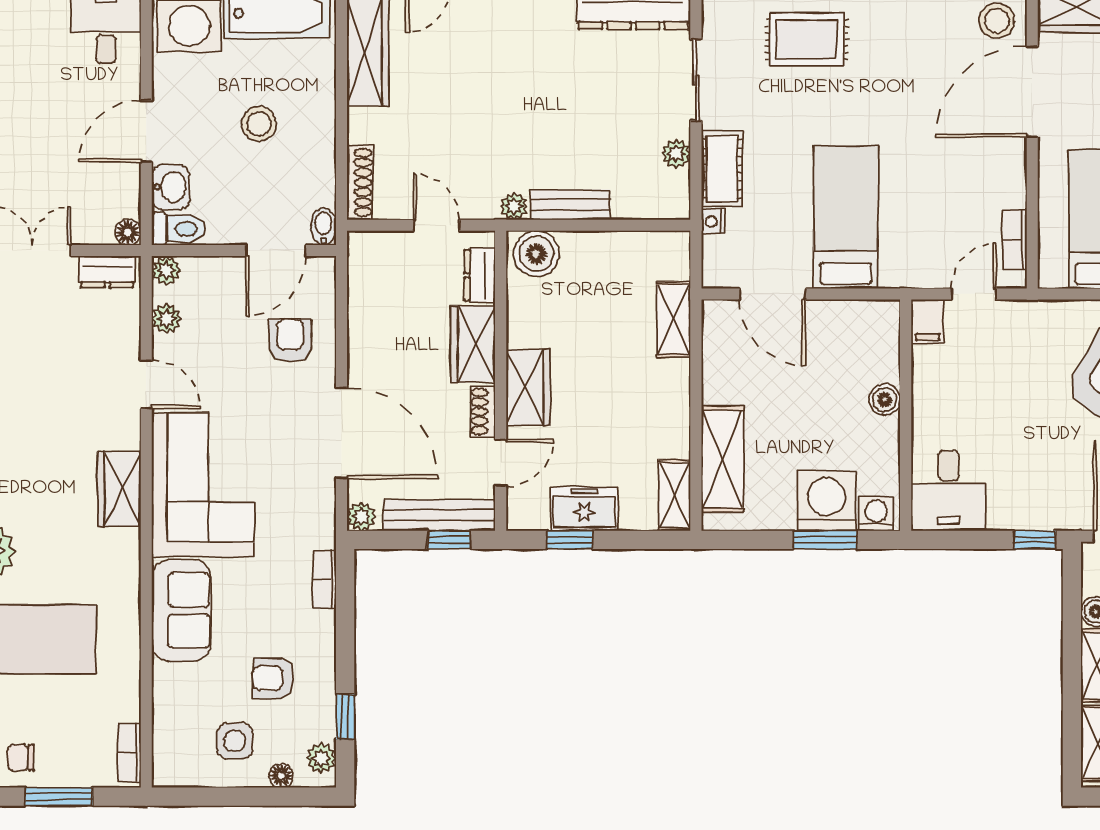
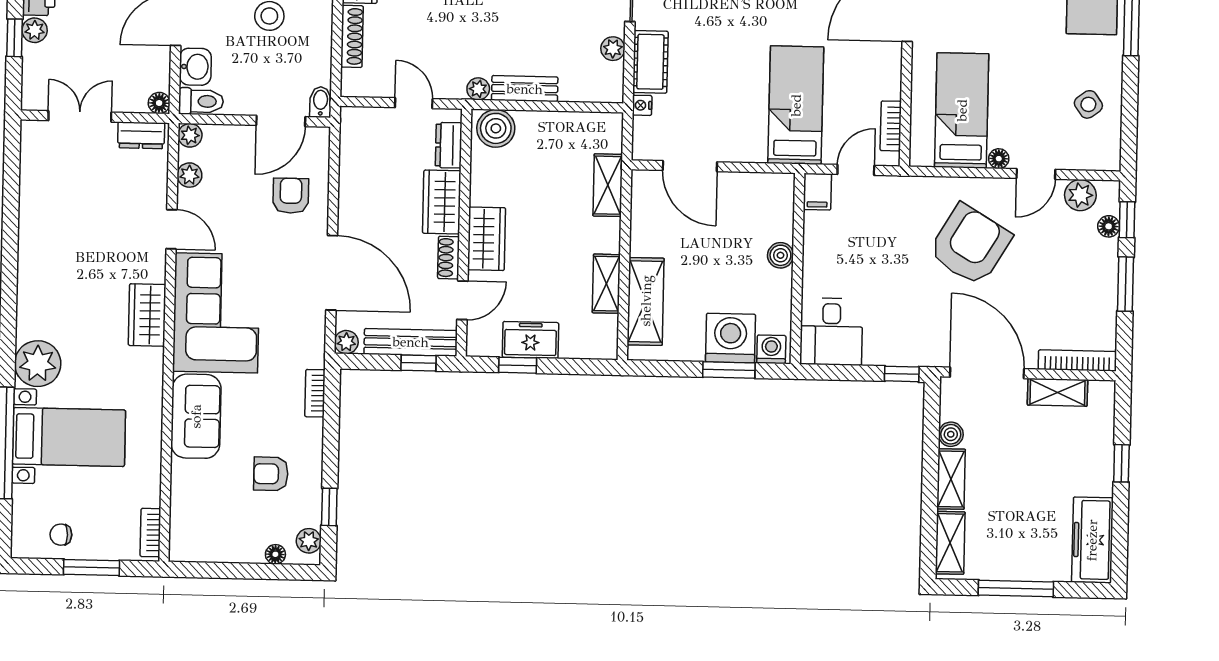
shoe rack: (360, 182) -> (352, 36), moved
bed: (846, 217) -> (796, 105), moved
shelving: (674, 495) -> (606, 284), moved
side table: (235, 741) -> (238, 525), removed

